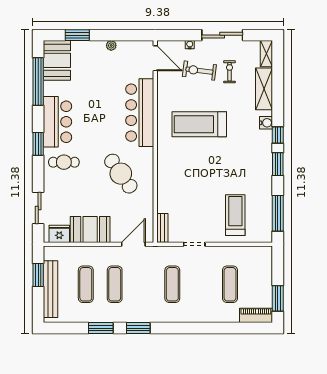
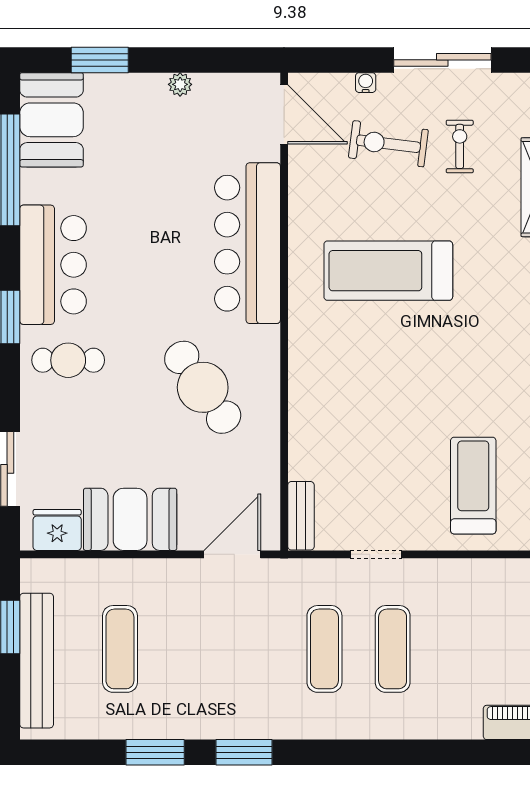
exercise mat: (115, 284) -> (188, 649), removed
exercise mat: (230, 284) -> (393, 649), moved

